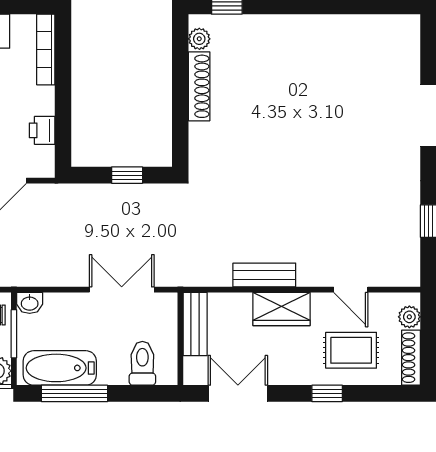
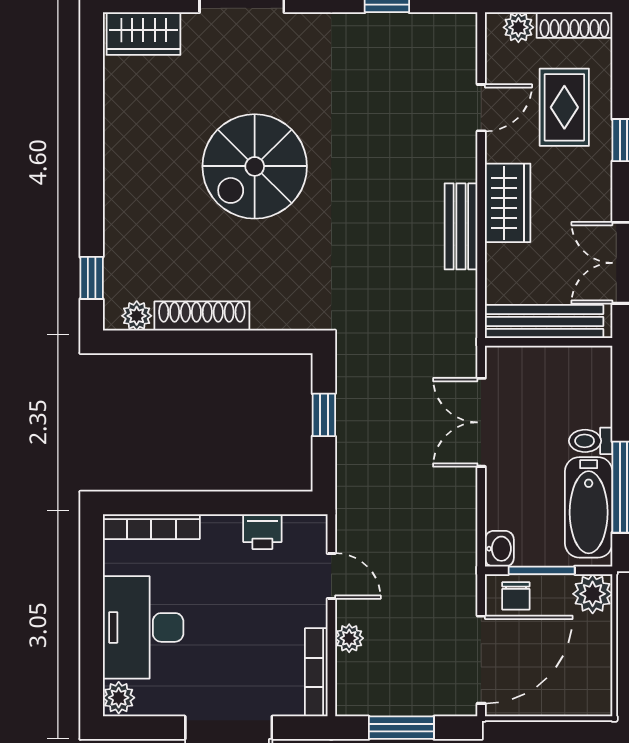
wardrobe: (405, 44) -> (143, 34), added
spiral stairs: (308, 125) -> (255, 166), added
bench: (195, 324) -> (544, 321), width x1.36
toilet: (142, 363) -> (591, 441), moved, width x0.73, depth x0.72

